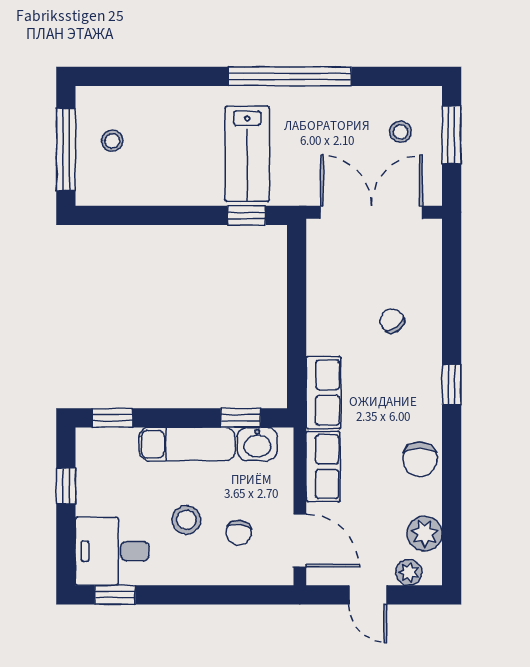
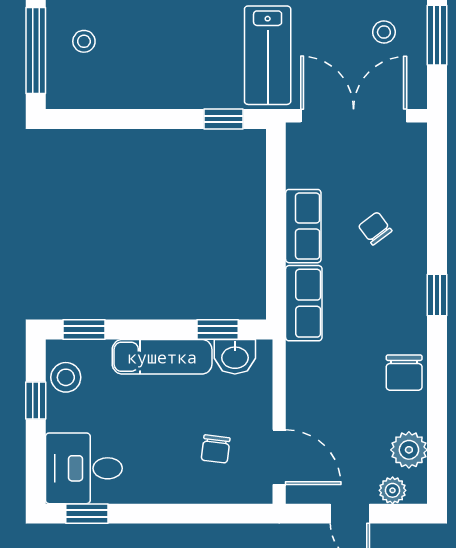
lab bench: (247, 154) -> (268, 55), moved
row of seats: (323, 467) -> (303, 226), moved
stool: (186, 520) -> (66, 377), moved

